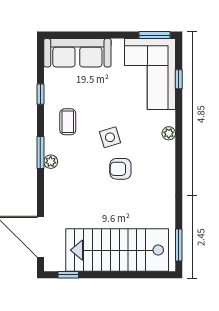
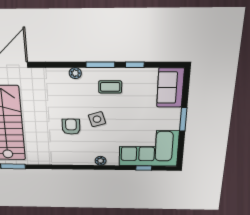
window: (155, 35) -> (183, 119), moved
sofa: (77, 53) -> (170, 88), width x0.73
window: (40, 153) -> (100, 65), moved

